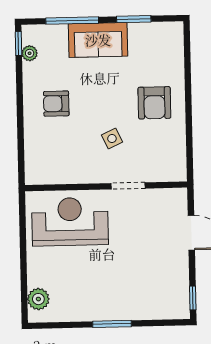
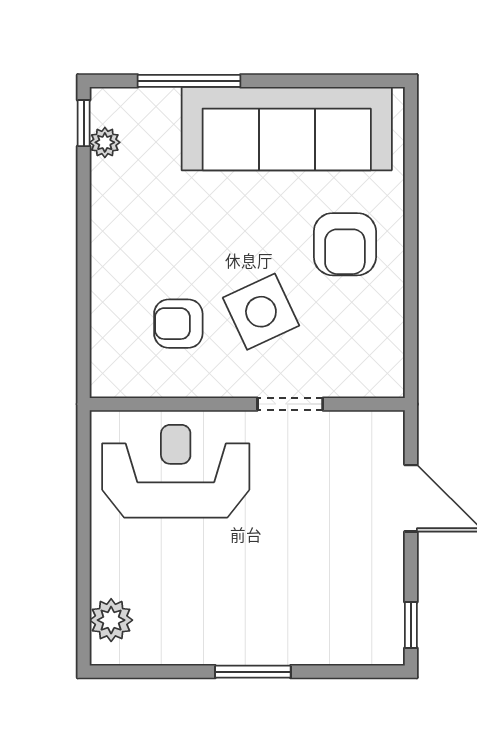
window: (134, 19) -> (309, 81), removed
sofa: (98, 40) -> (287, 129), width x1.85, depth x1.27
armchair: (56, 104) -> (178, 324), moved
side table: (112, 139) -> (261, 312), width x1.87, depth x1.87

